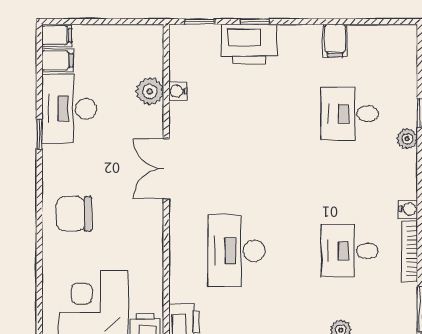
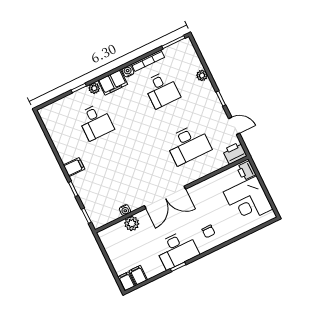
filing cabinet: (335, 41) -> (74, 167), moved
printer: (249, 44) -> (86, 187), removed
desk: (69, 109) -> (177, 250), moved
double door: (166, 169) -> (165, 197), width x1.37
filing cabinet: (402, 174) -> (113, 82), added
chair: (74, 214) -> (208, 231), width x0.54, depth x0.54

